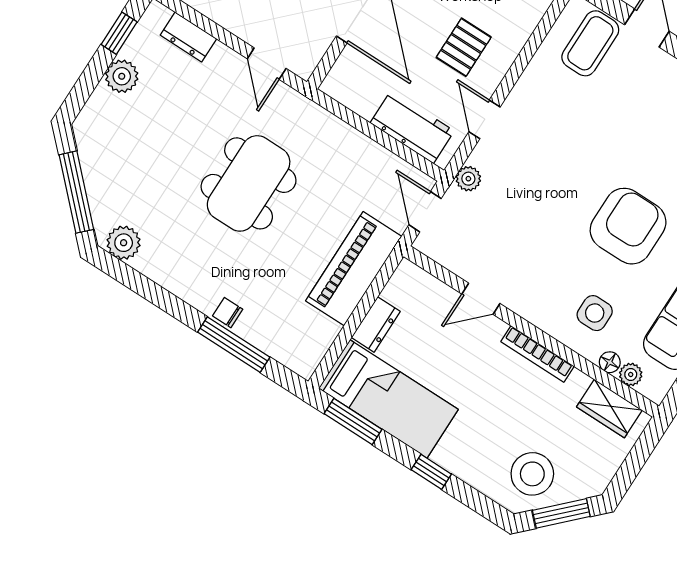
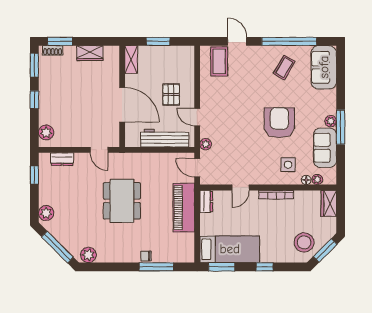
plant: (122, 76) -> (46, 213), moved
workbench: (412, 127) -> (165, 138), width x1.38
dresser: (376, 324) -> (206, 201), moved
wardrobe: (609, 408) -> (329, 203), moved, turned 90

